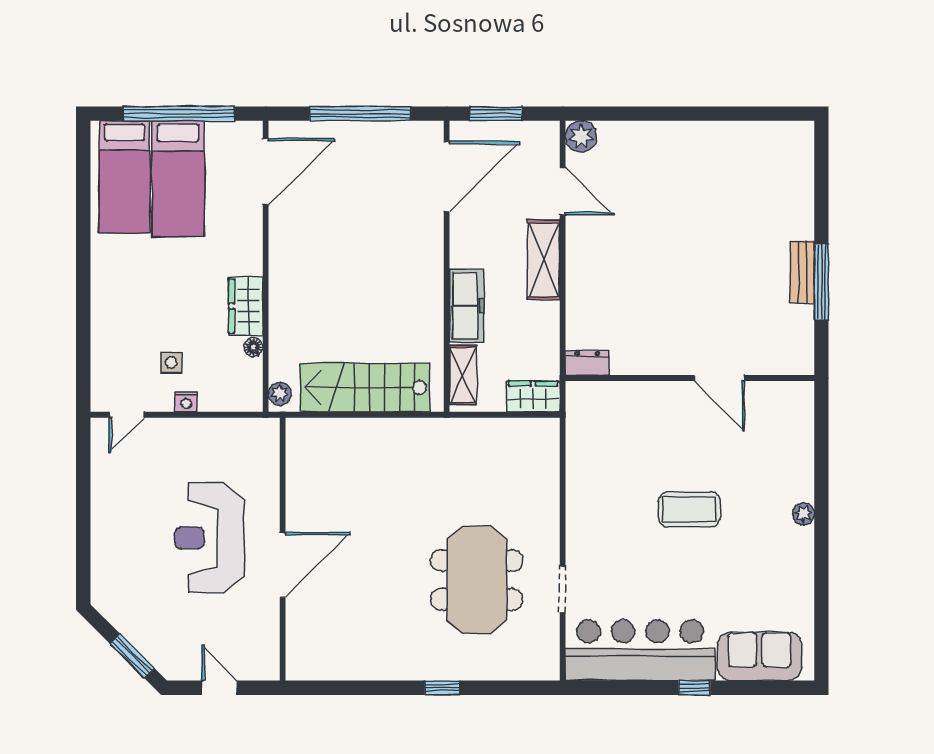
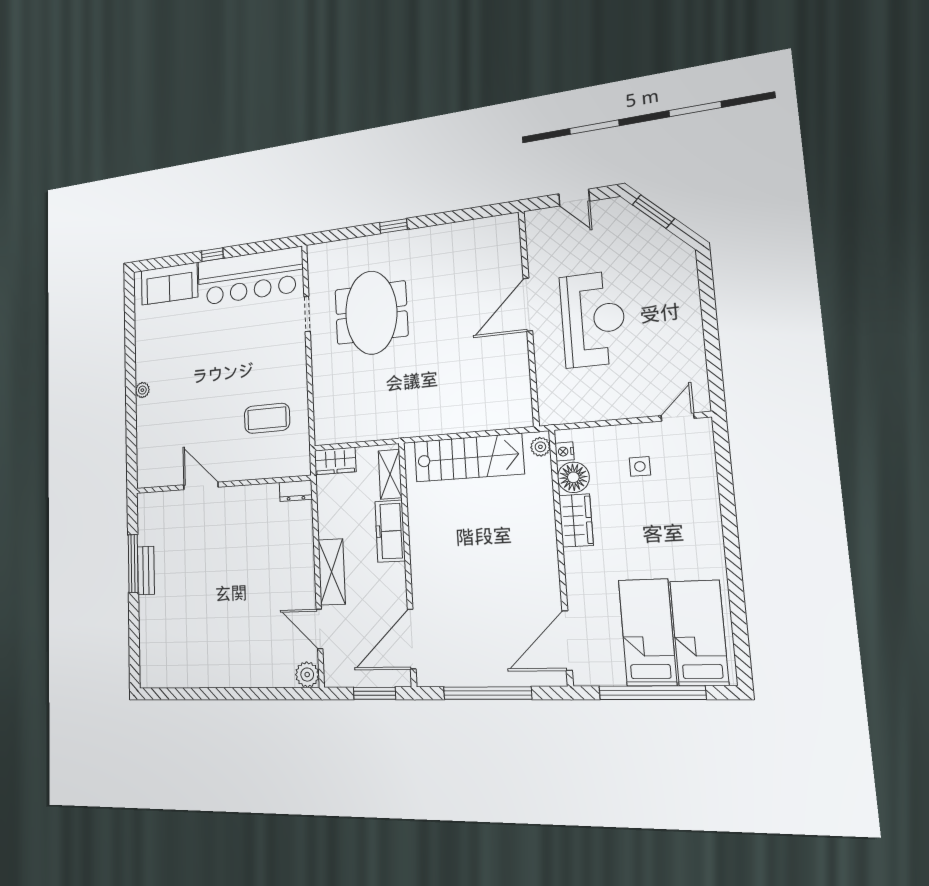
floor lamp: (253, 347) -> (573, 477), width x1.89, depth x1.89
nightstand: (186, 402) -> (565, 451), moved, turned -90
coffee table: (689, 509) -> (267, 418), moved

